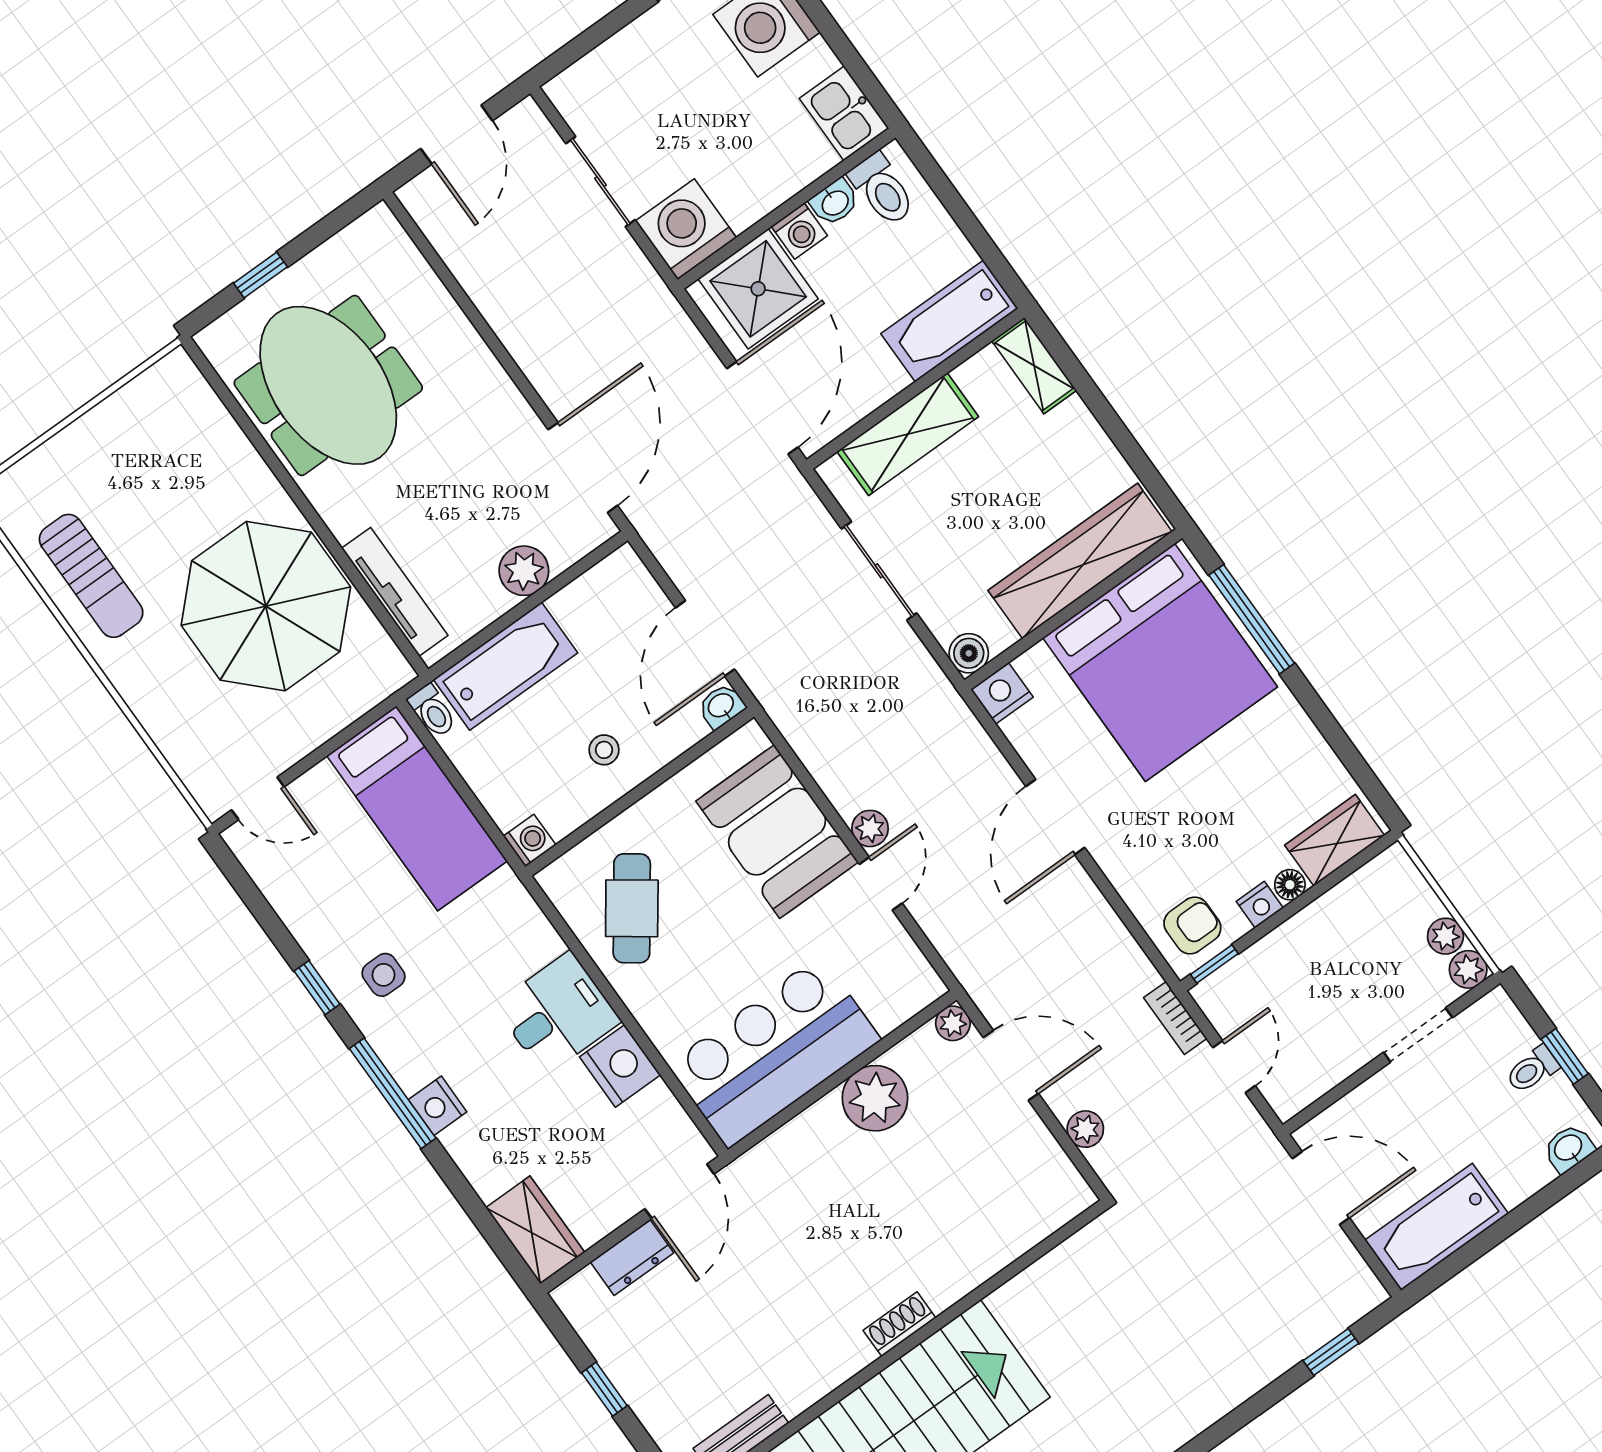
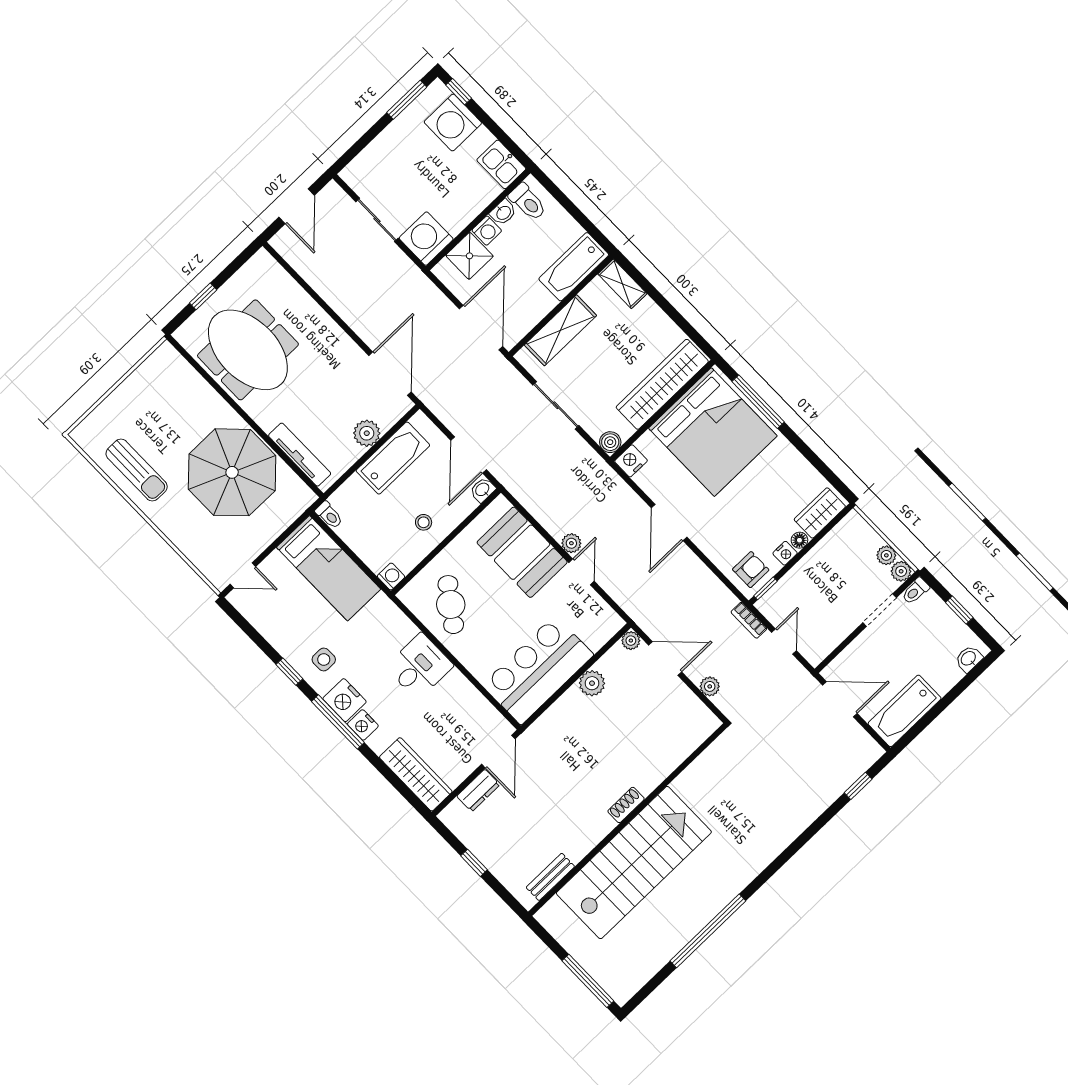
shower: (758, 289) -> (469, 256), width x0.73, depth x0.73
bathtub: (506, 666) -> (393, 458), moved
nightstand: (620, 1066) -> (345, 700), moved, turned 180
toilet: (1532, 1070) -> (915, 591), moved
plant: (875, 1098) -> (592, 683), width x0.73, depth x0.73
wardrobe: (535, 1230) -> (416, 774), width x1.50

